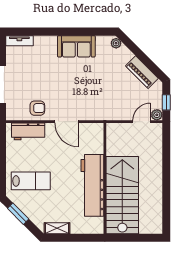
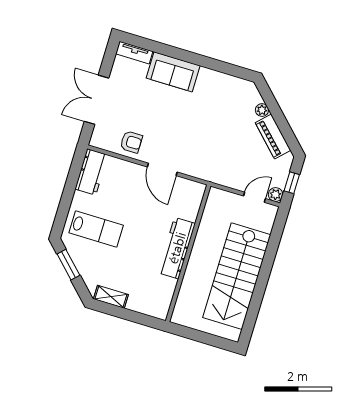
plant: (116, 43) -> (262, 110), moved
sofa: (76, 46) -> (173, 72), moved
workbench: (28, 131) -> (91, 172), moved, turned -90
workbench: (92, 185) -> (177, 248), width x0.73, depth x0.76
stairs: (122, 195) -> (237, 276), moved, turned 180

